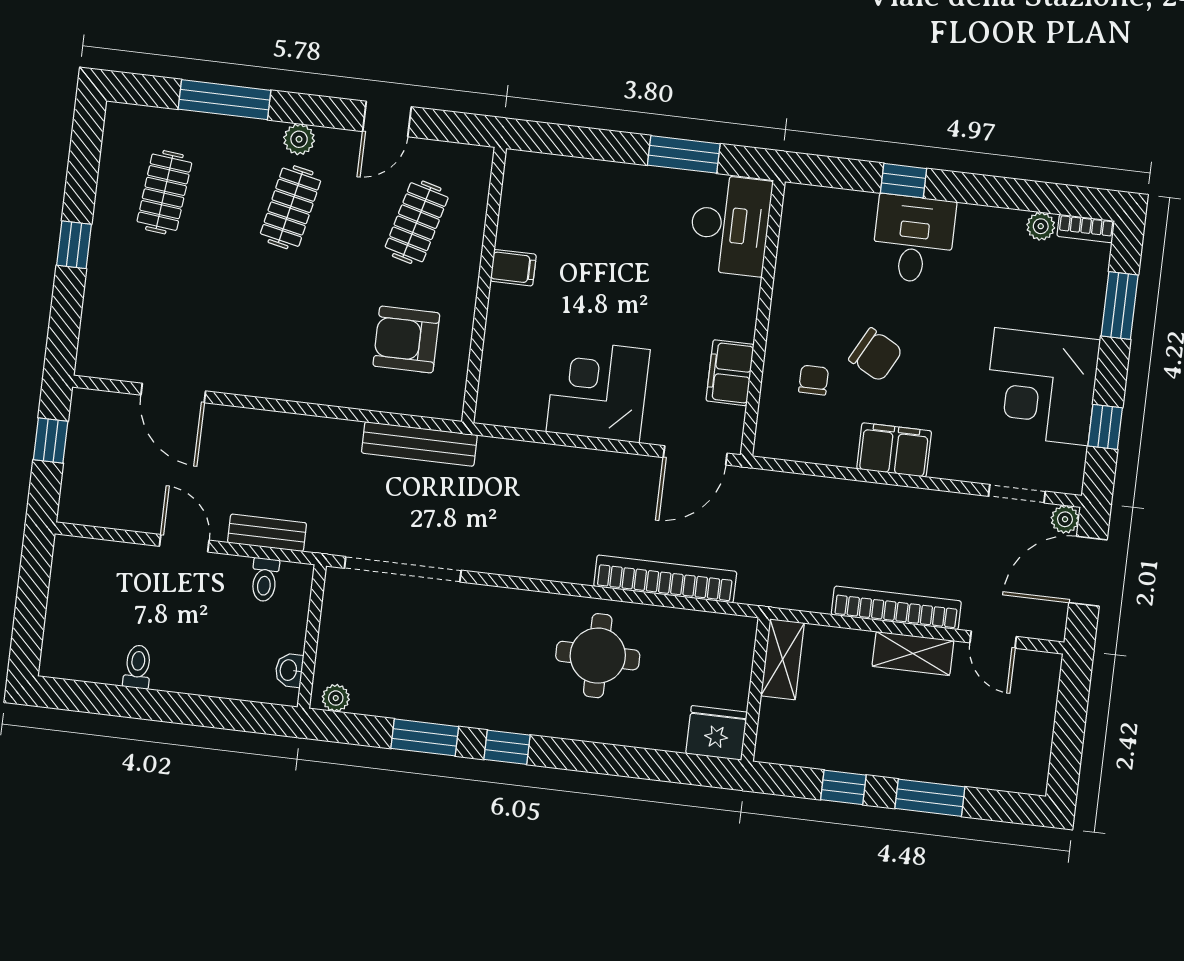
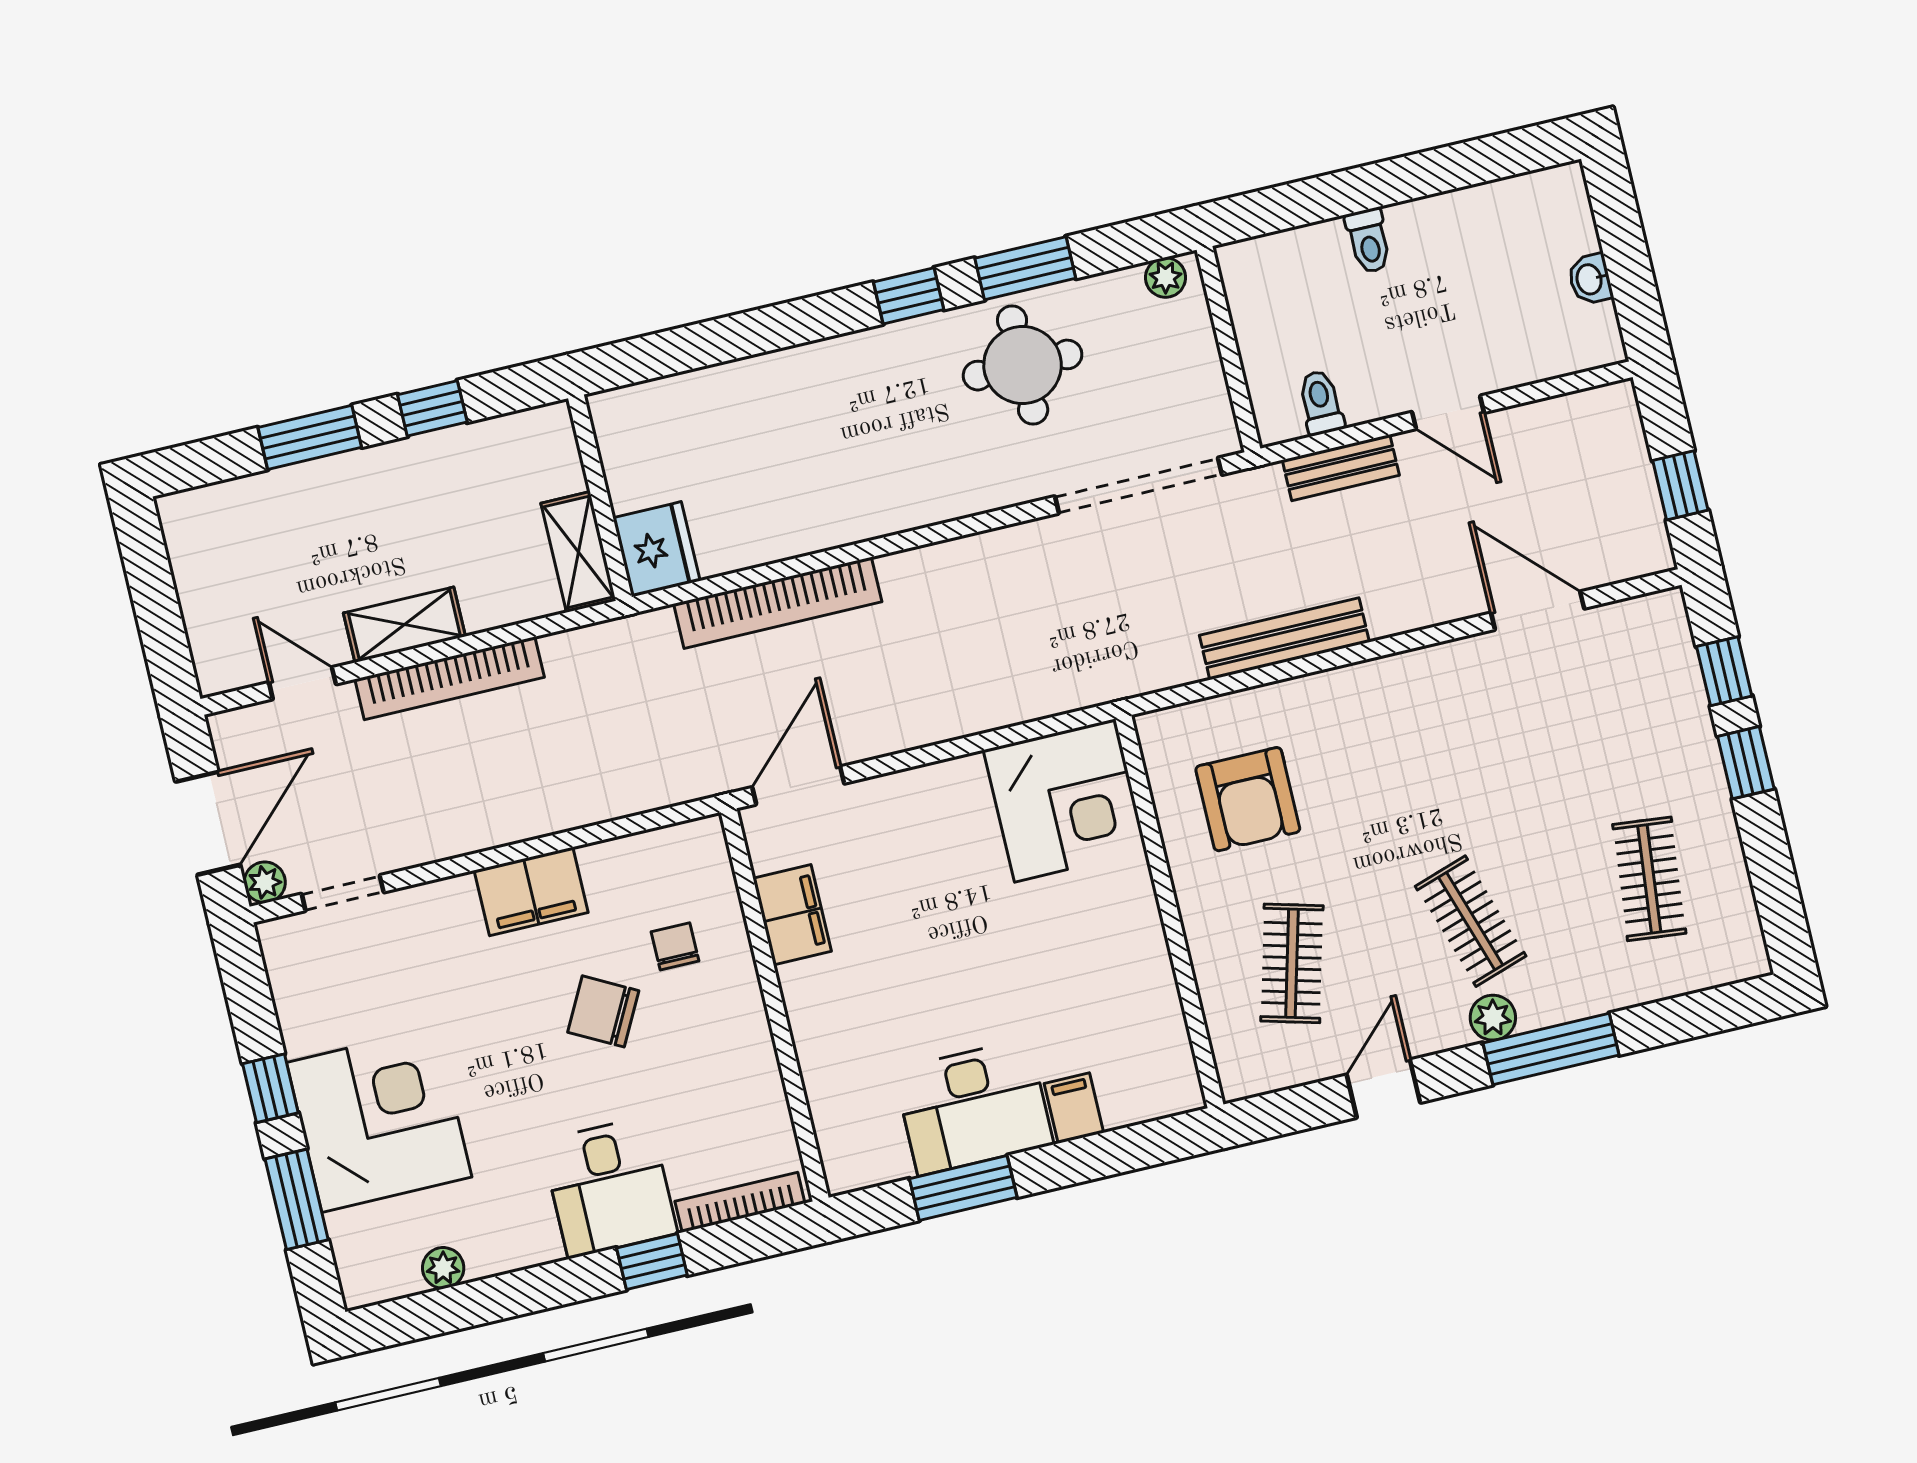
window: (225, 100) -> (1551, 1049), moved
clothes rail: (291, 207) -> (1471, 921), turned -30
desk: (730, 225) -> (974, 1107), moved, turned -90
bookcase: (1086, 229) -> (740, 1202), moved, width x1.56
filing cabinet: (513, 268) -> (1074, 1108), moved, turned 90
window: (66, 309) -> (1724, 671), added
armchair: (406, 339) -> (1248, 799), turned 90
chair: (814, 380) -> (675, 946), turned 180
corner desk: (1041, 387) -> (379, 1120), moved
corner desk: (598, 391) -> (1065, 800), moved
window: (1105, 427) -> (270, 1088), moved
bench: (419, 444) -> (1284, 639), moved
round table: (598, 656) -> (1023, 365), moved
toilet: (138, 667) -> (1369, 241), moved
washbasin: (289, 670) -> (1590, 279), moved, turned 180
fridge: (717, 733) -> (656, 549), moved, turned -90

